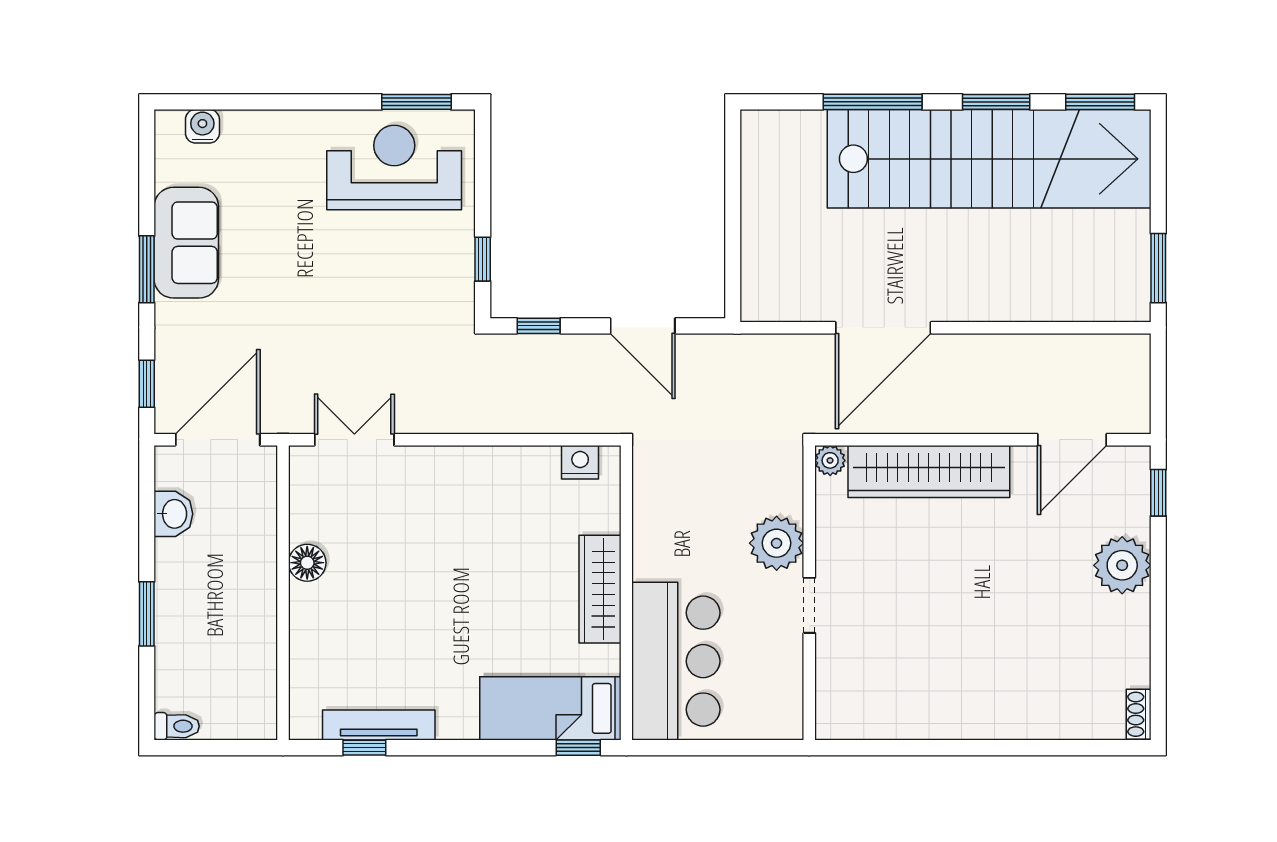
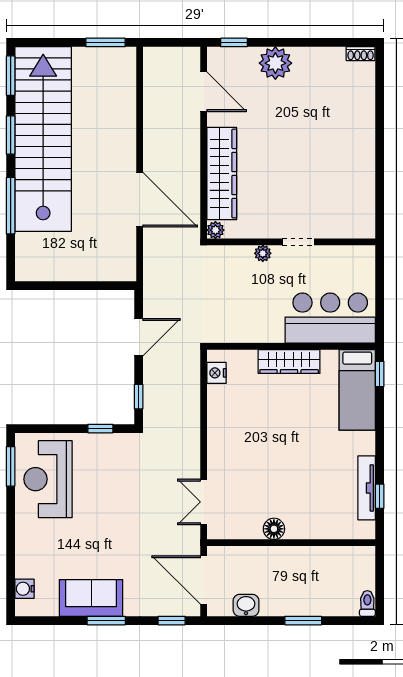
plant: (777, 543) -> (263, 253), width x0.53, depth x0.53

